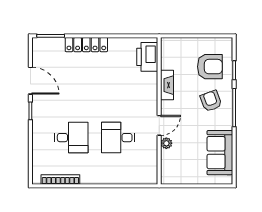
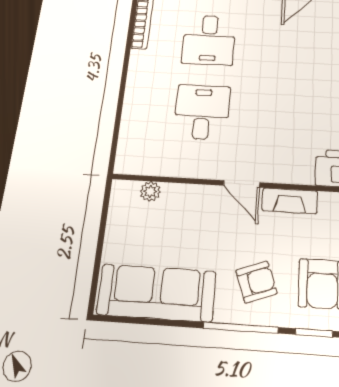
door: (159, 125) -> (242, 184), moved
plant: (166, 143) -> (150, 191), moved
sofa: (220, 153) -> (157, 293), width x1.36

